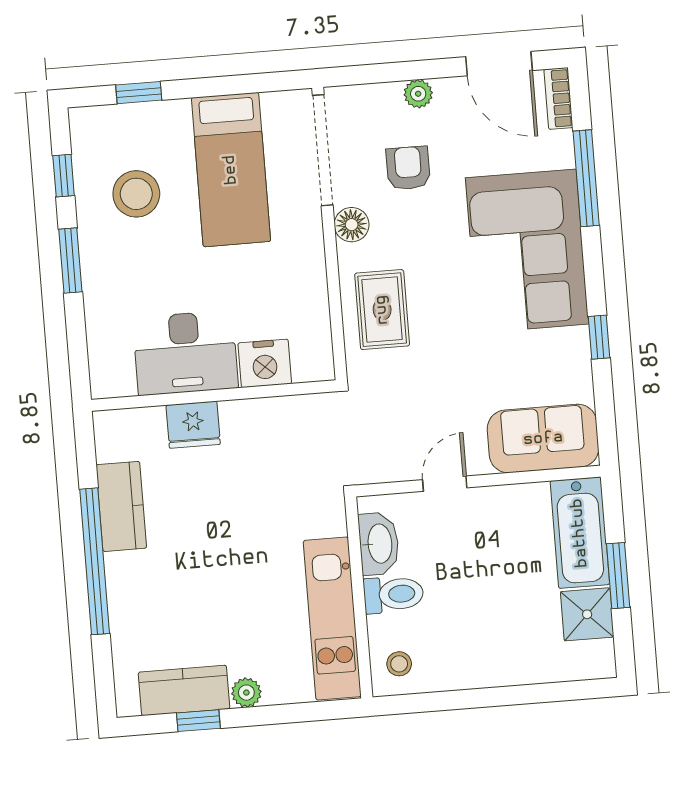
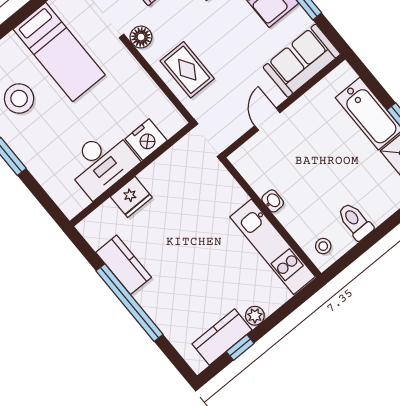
sofa: (543, 439) -> (302, 61), moved
wall: (478, 481) -> (284, 106), moved
door: (445, 484) -> (267, 119), moved
washbasin: (379, 544) -> (273, 201), width x0.52, depth x0.69
toilet: (393, 594) -> (355, 221), moved, turned -90

